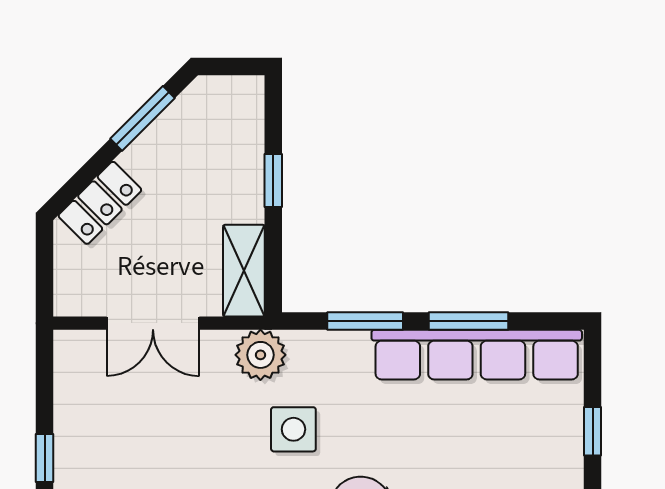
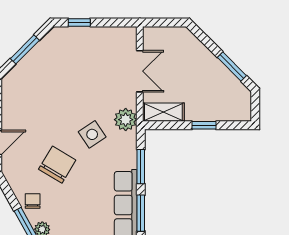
locker: (100, 203) -> (194, 47), removed
double door: (153, 323) -> (140, 71), swing flipped
side table: (293, 429) -> (92, 134), turned -34

